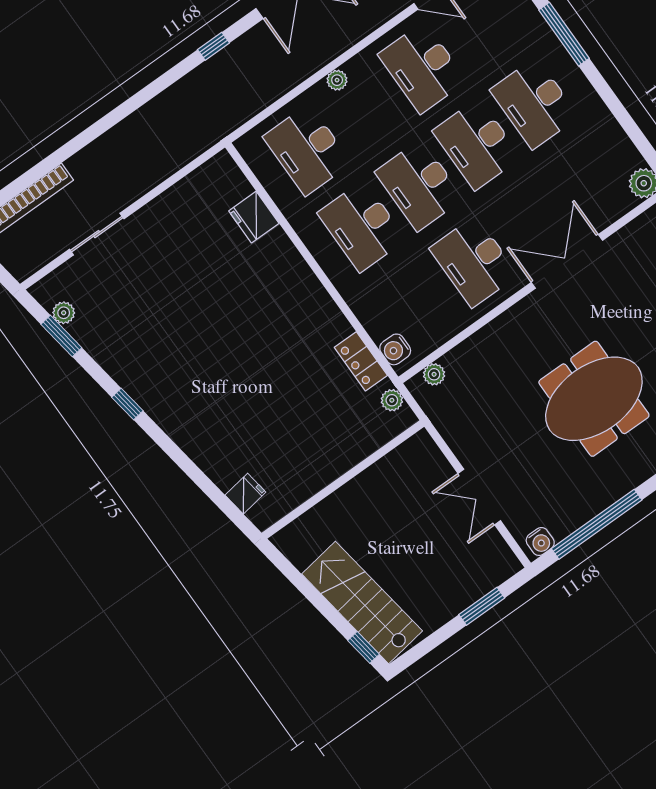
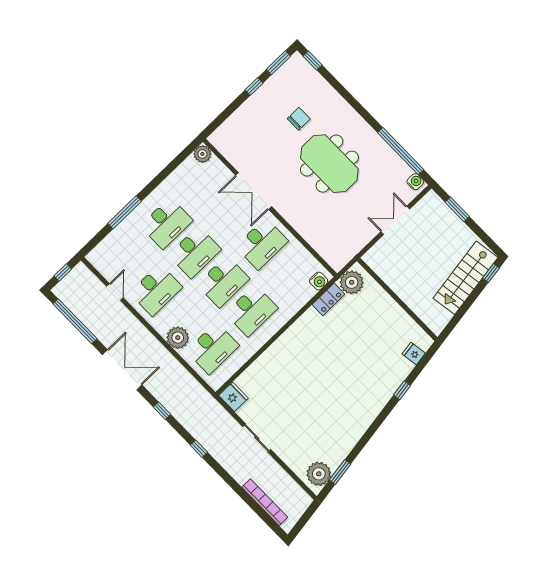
plant: (337, 80) -> (178, 338), width x1.88, depth x1.88
window: (139, 100) -> (199, 449), added
fridge: (254, 217) -> (234, 397), moved, turned -90
sliding door: (97, 234) -> (257, 438), moved
plant: (64, 313) -> (319, 474), width x1.88, depth x1.88
plant: (434, 374) -> (329, 257), removed
plant: (392, 400) -> (352, 282), width x1.88, depth x1.88
window: (127, 404) -> (402, 390), moved
double door: (479, 497) -> (395, 220), swing flipped

